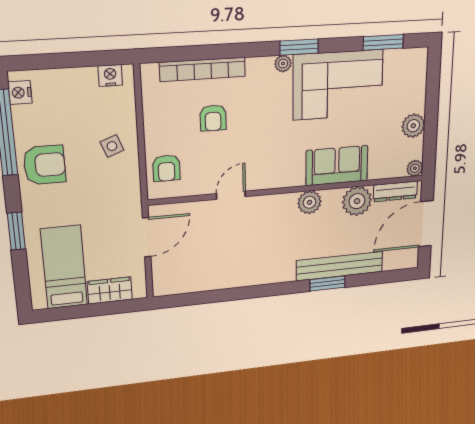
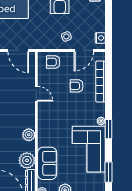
door: (139, 108) -> (84, 50), added
sofa: (337, 166) -> (47, 163), moved

